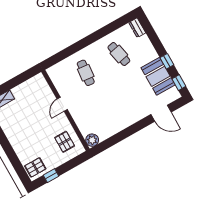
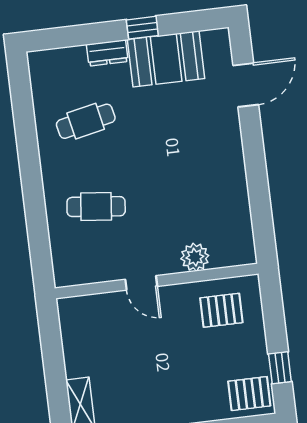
dresser: (137, 28) -> (107, 53), moved
window: (179, 83) -> (197, 21), removed
plant: (92, 140) -> (195, 257), moved
pallet: (35, 167) -> (249, 394), turned 90

